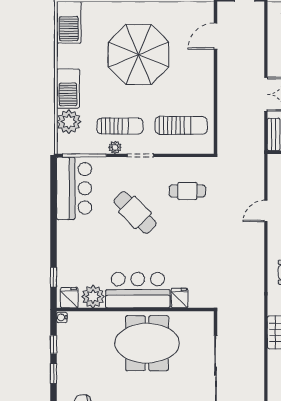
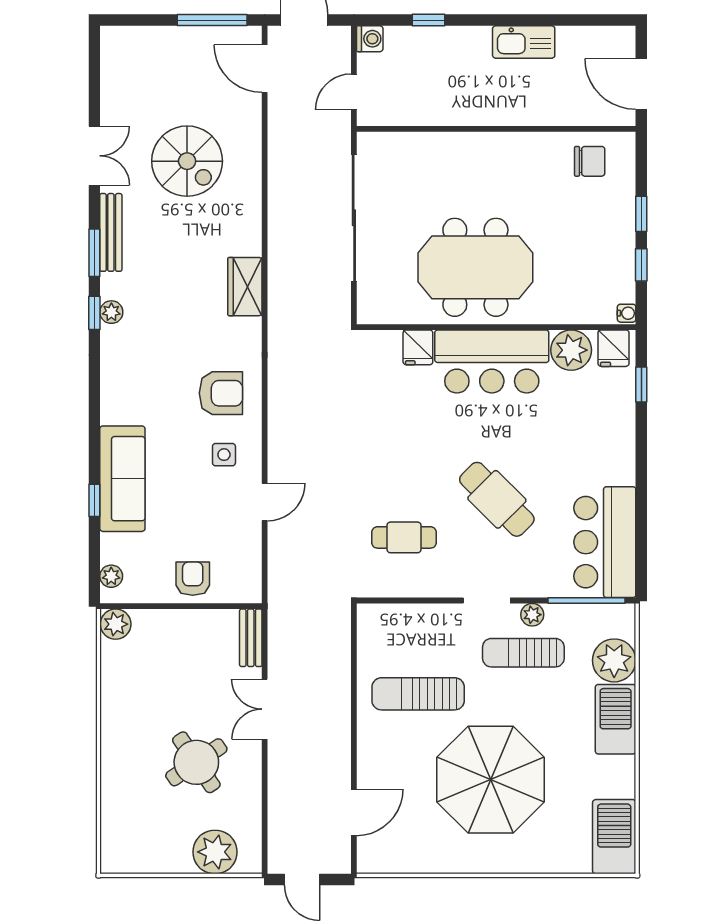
sun lounger: (181, 125) -> (418, 694), moved

